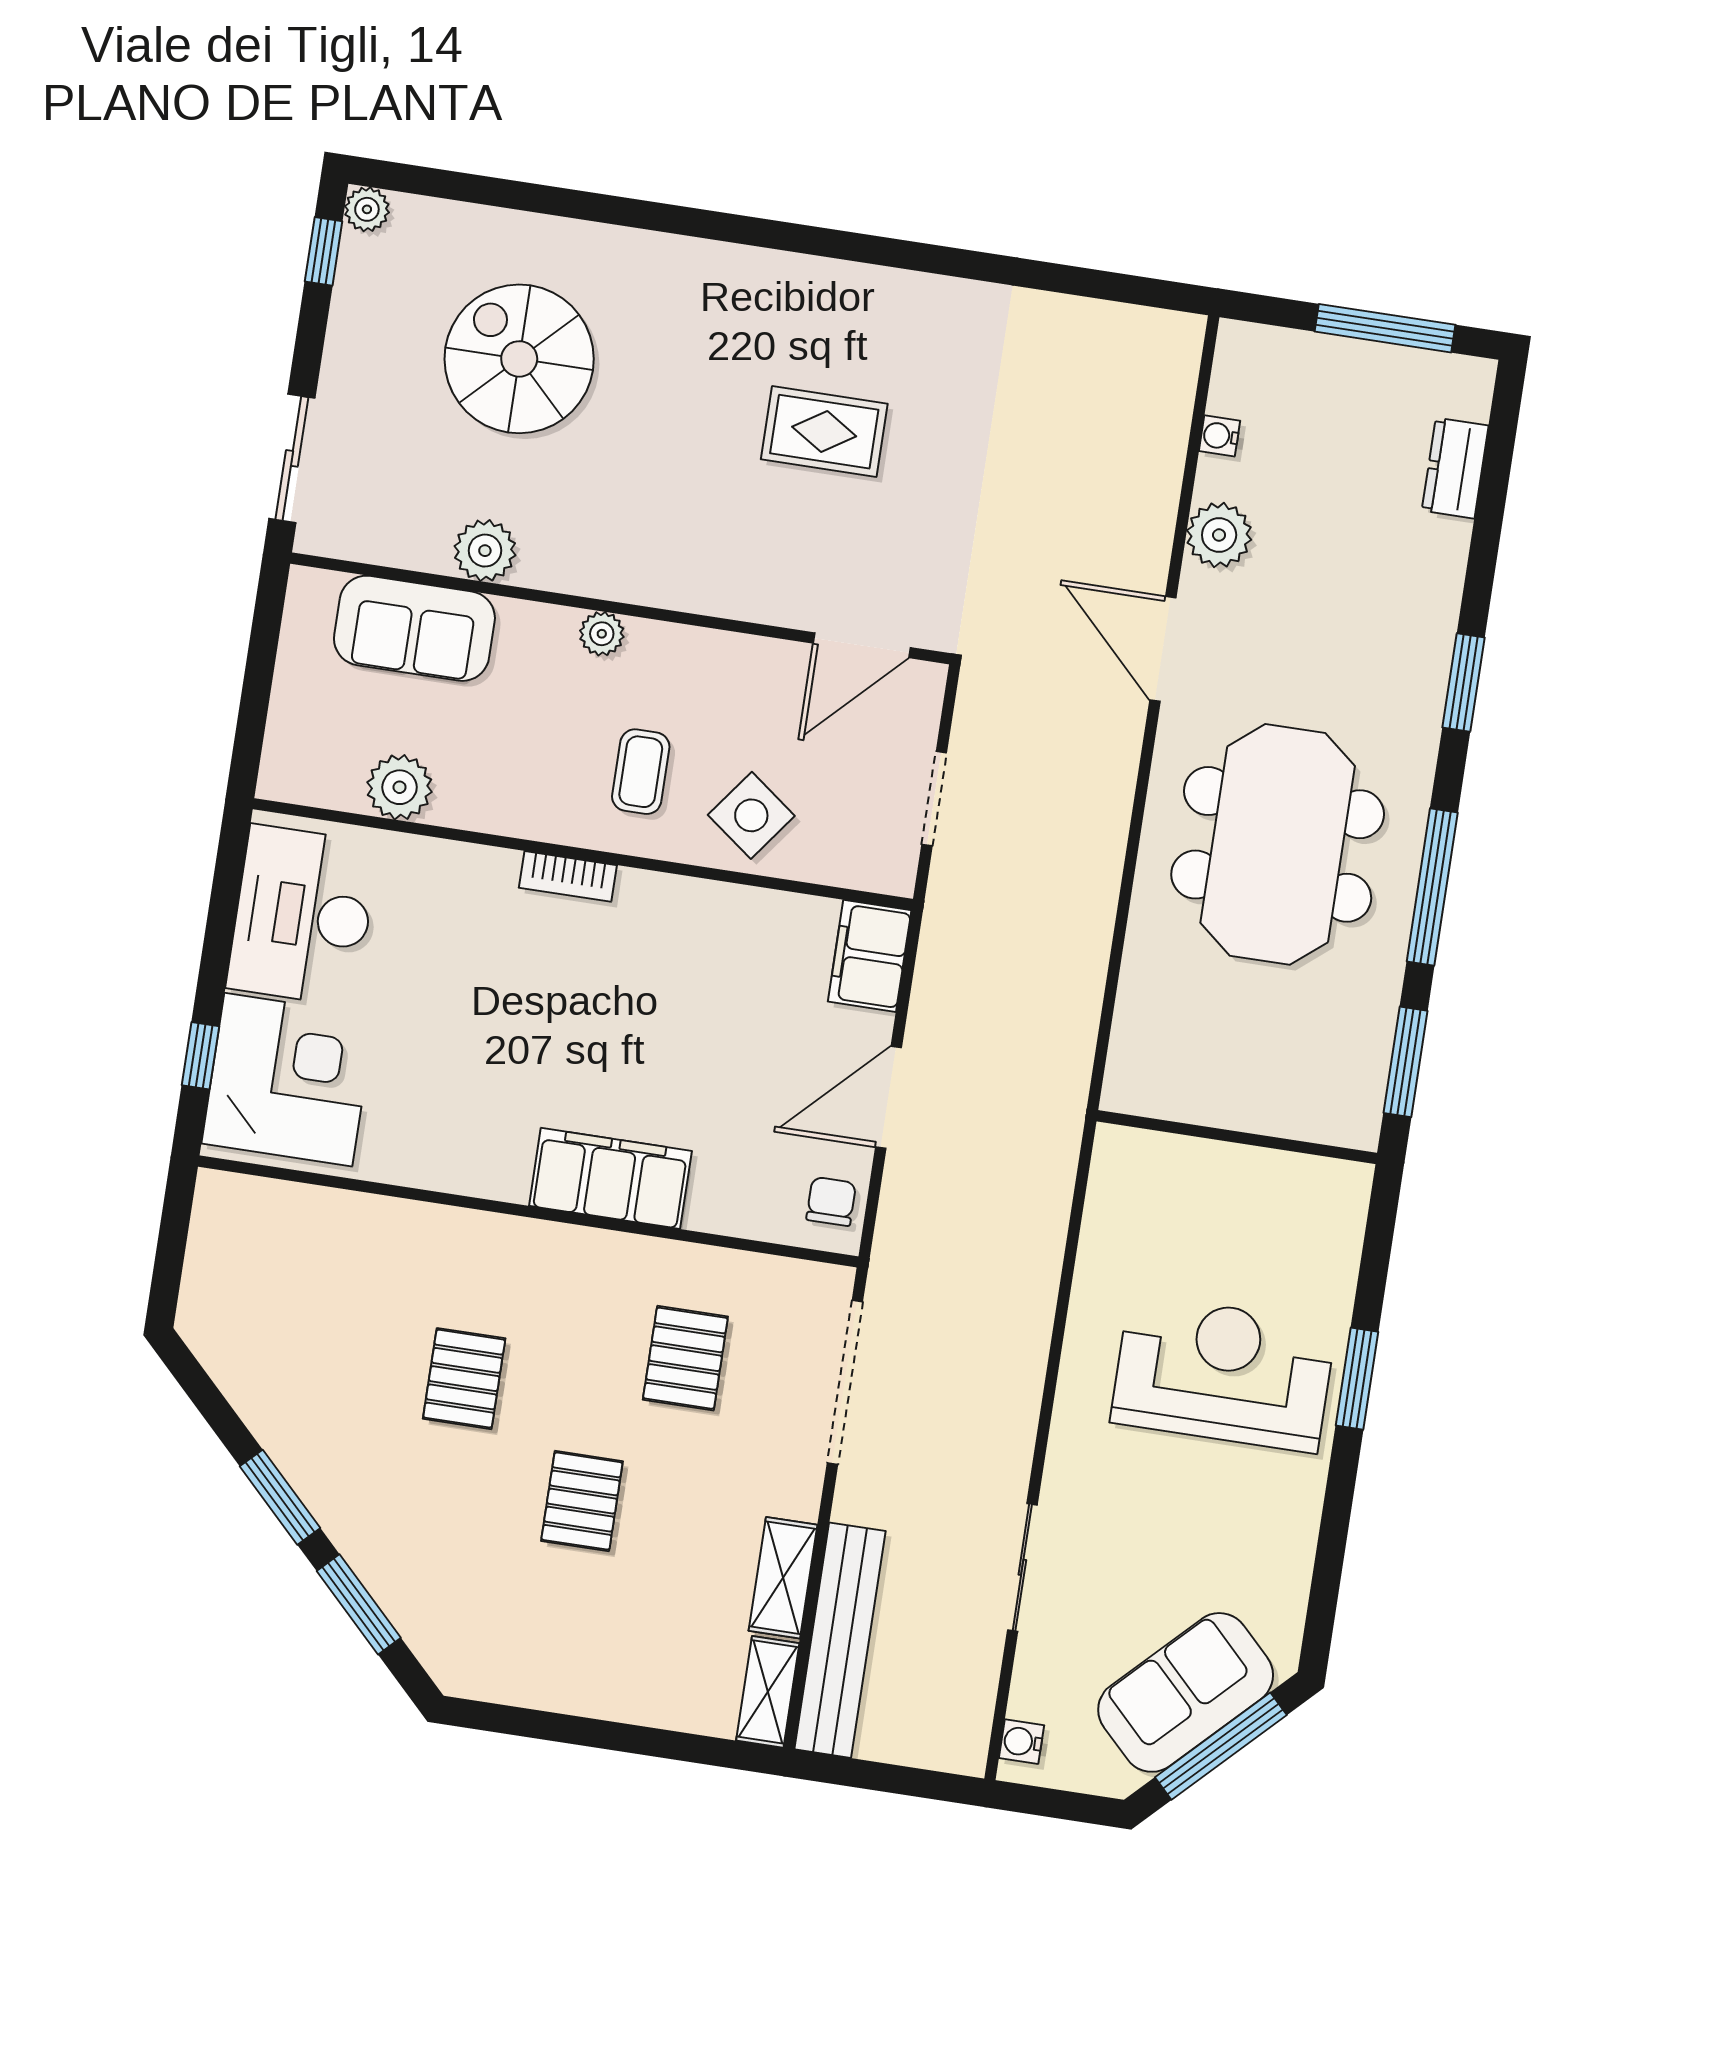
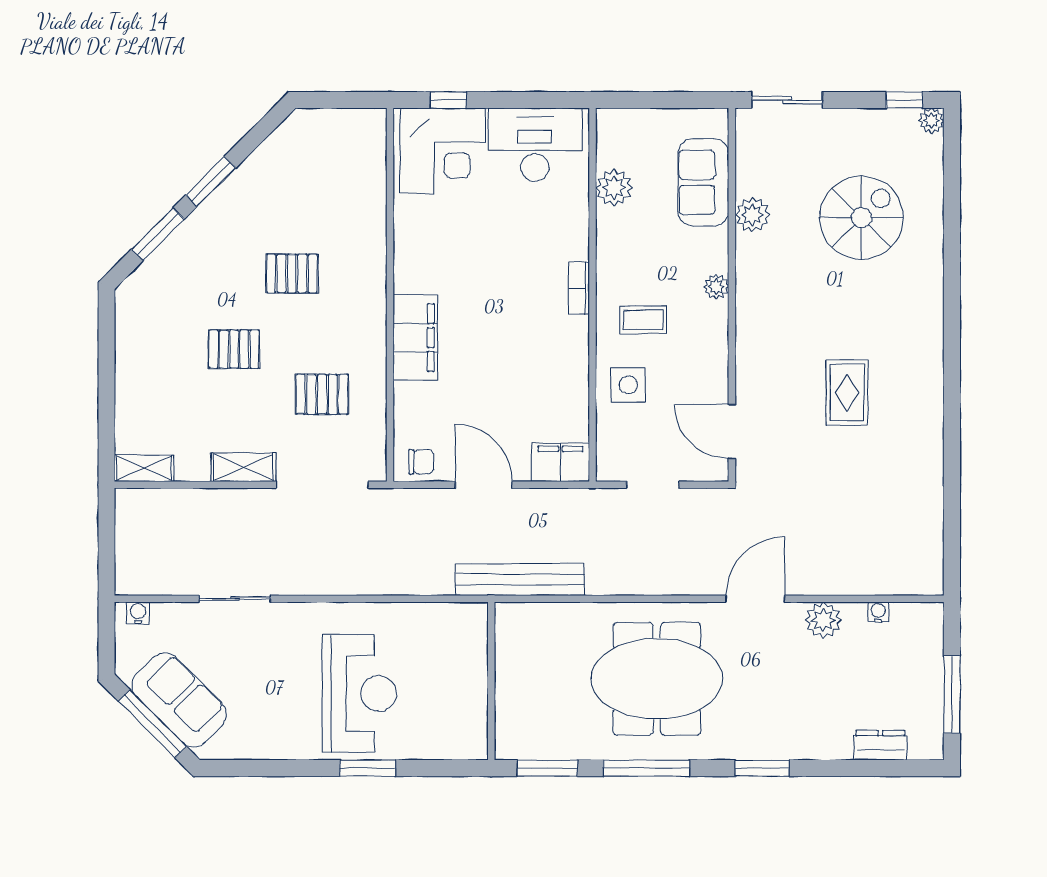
side table: (751, 815) -> (628, 385), turned -37
shelving: (783, 1578) -> (243, 467), moved
bench: (840, 1640) -> (520, 580), moved

